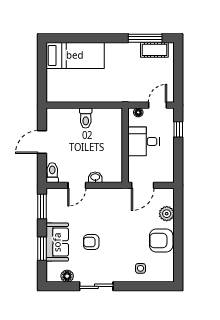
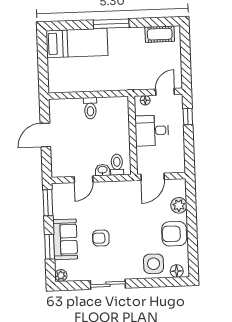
window: (145, 38) -> (111, 24), moved
toilet: (52, 173) -> (117, 165), moved
side table: (140, 268) -> (154, 264), width x1.87, depth x1.87
plant: (52, 276) -> (61, 275), added
floor lamp: (67, 276) -> (177, 271), moved

